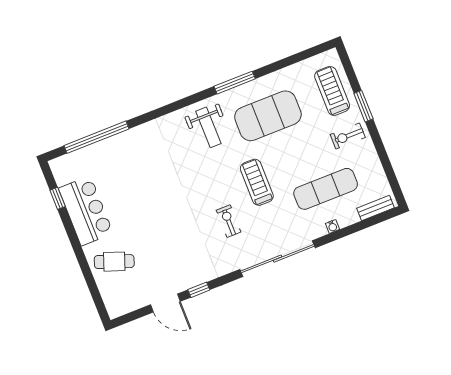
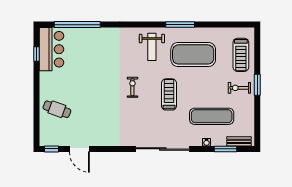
treadmill: (332, 91) -> (241, 55), turned 180
window: (363, 106) -> (257, 85), moved
bar counter: (86, 211) -> (52, 49), moved
exercise bike: (229, 221) -> (132, 87), moved
window: (361, 225) -> (225, 149), added
window: (199, 290) -> (52, 149), moved

